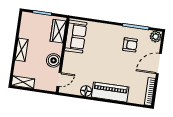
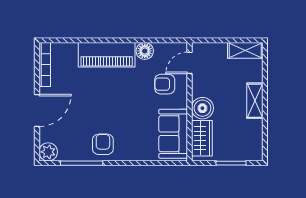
armchair: (130, 45) -> (103, 144), moved, turned 90
boiler: (54, 60) -> (202, 108), moved
armchair: (76, 68) -> (165, 84), added

